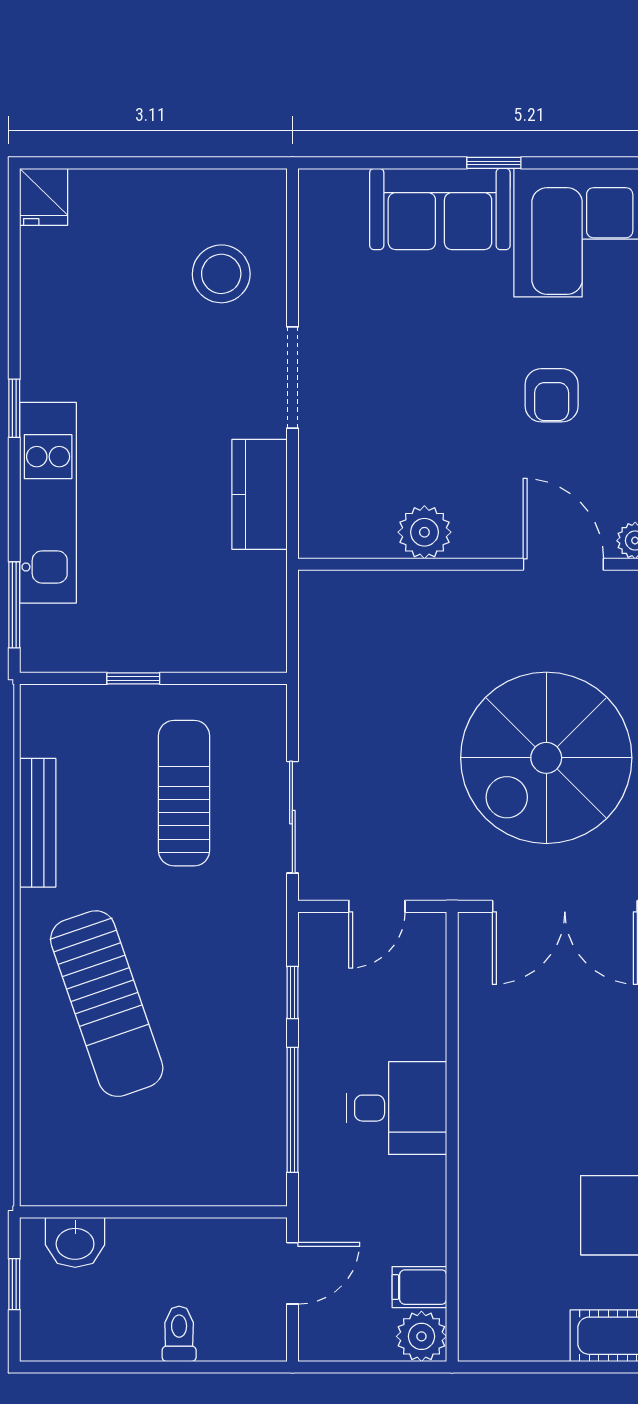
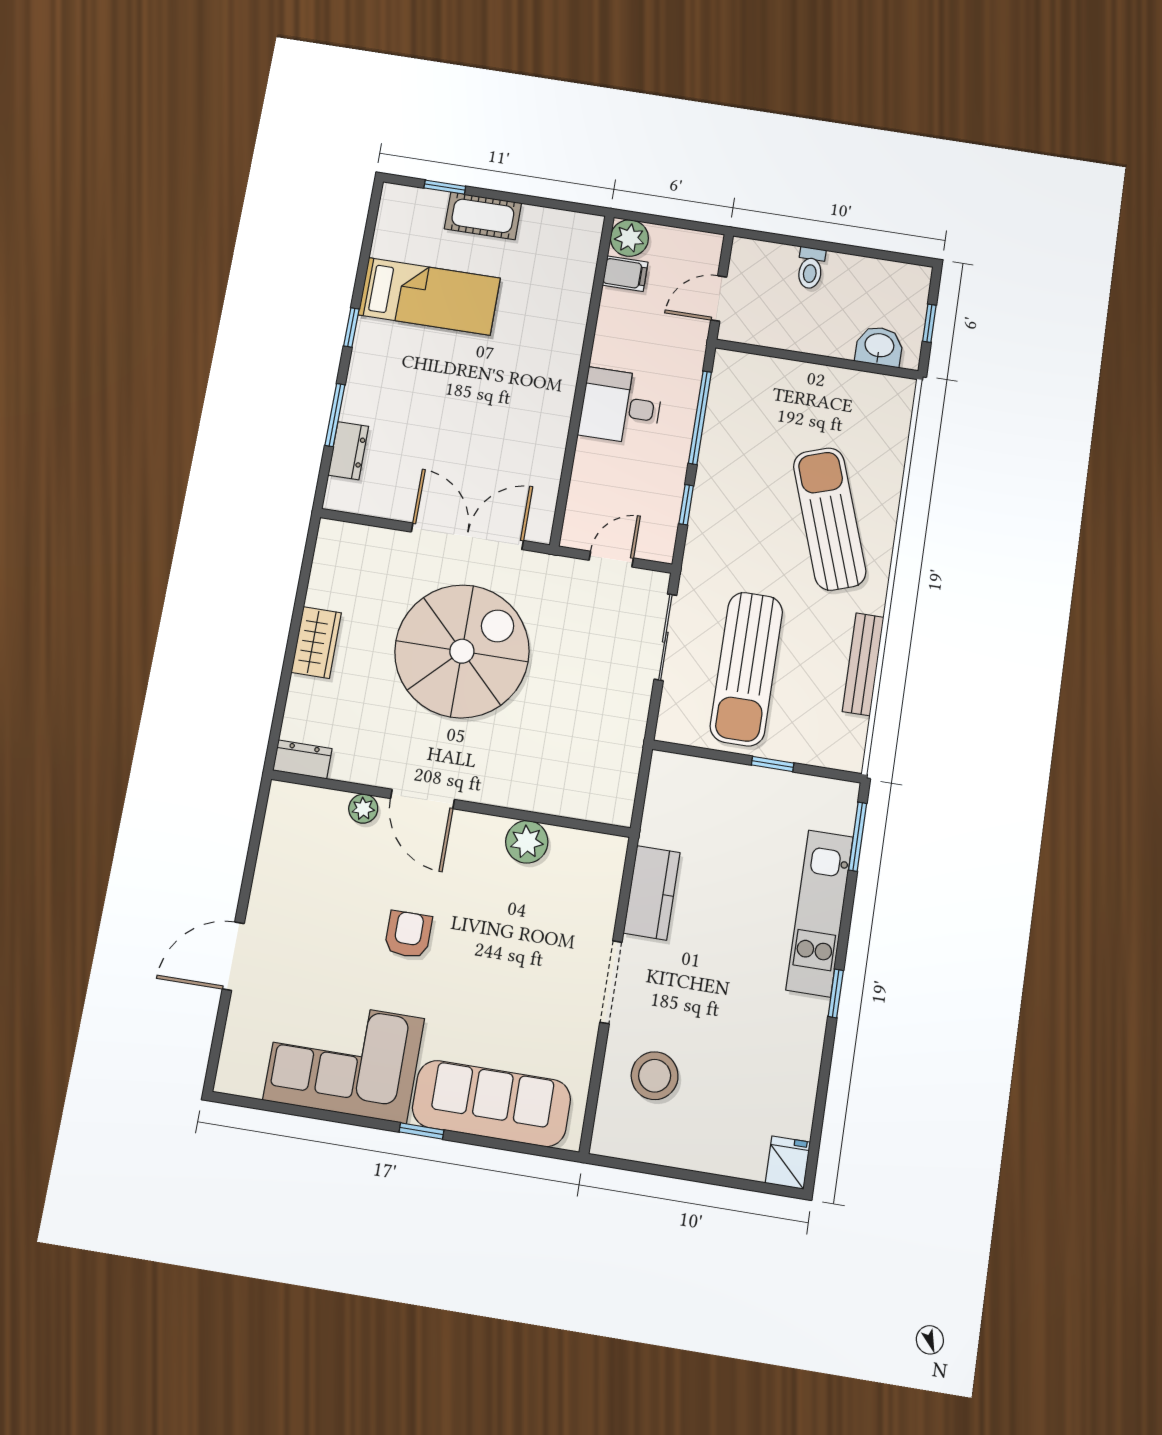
sofa: (440, 209) -> (491, 1103), width x1.36
sun lounger: (184, 793) -> (746, 669), width x1.36, depth x1.34

